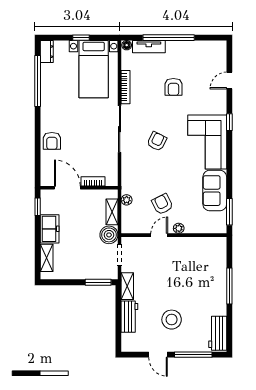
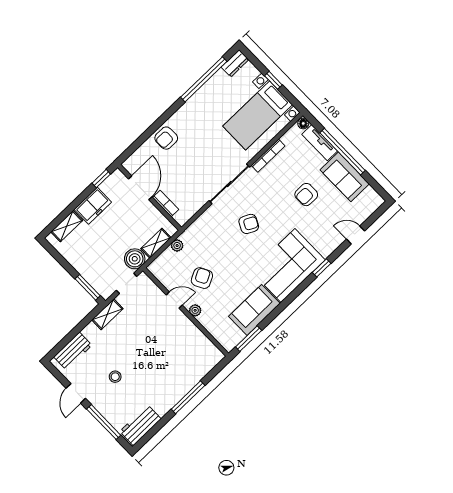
sofa: (186, 52) -> (345, 177), added
workbench: (129, 317) -> (73, 351), moved
stool: (172, 320) -> (115, 377), width x0.53, depth x0.53

